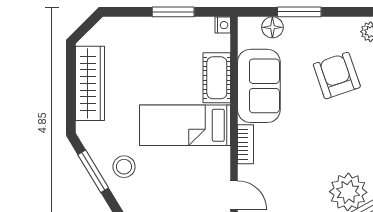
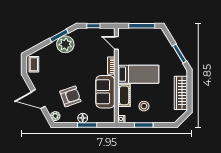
floor lamp: (272, 27) -> (83, 118), moved
armchair: (337, 76) -> (70, 96), turned -90
stool: (124, 167) -> (144, 106), moved

